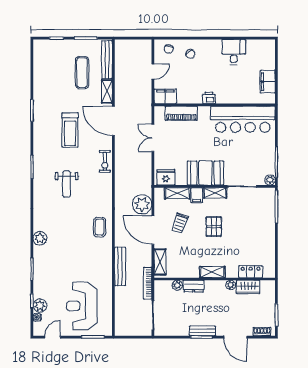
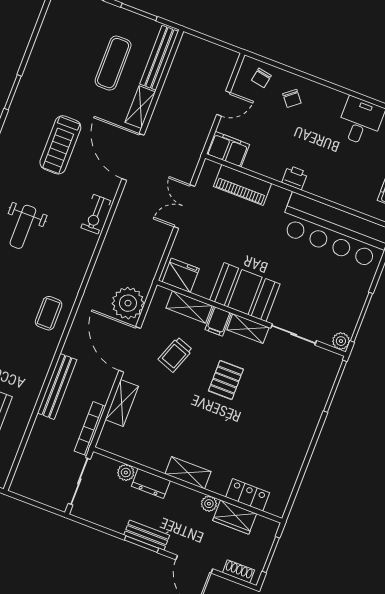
shelving: (212, 272) -> (188, 473), moved
locker: (251, 272) -> (248, 495), moved
wall: (215, 279) -> (188, 485), moved
plant: (177, 285) -> (126, 473), moved
plant: (231, 285) -> (209, 504), moved
dresser: (194, 286) -> (151, 483), moved
wardrobe: (248, 287) -> (235, 517), moved

